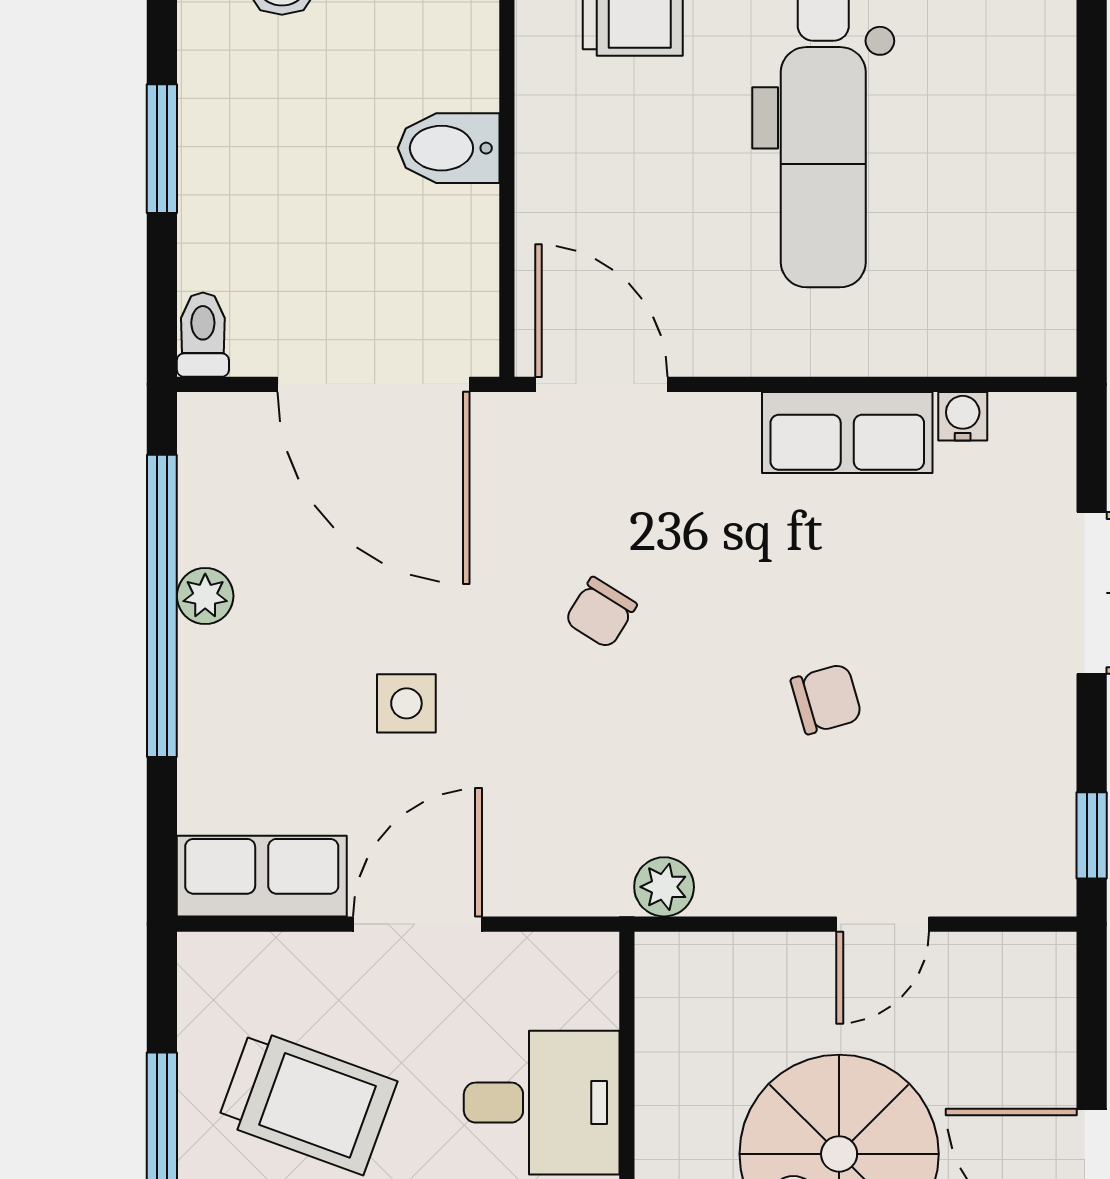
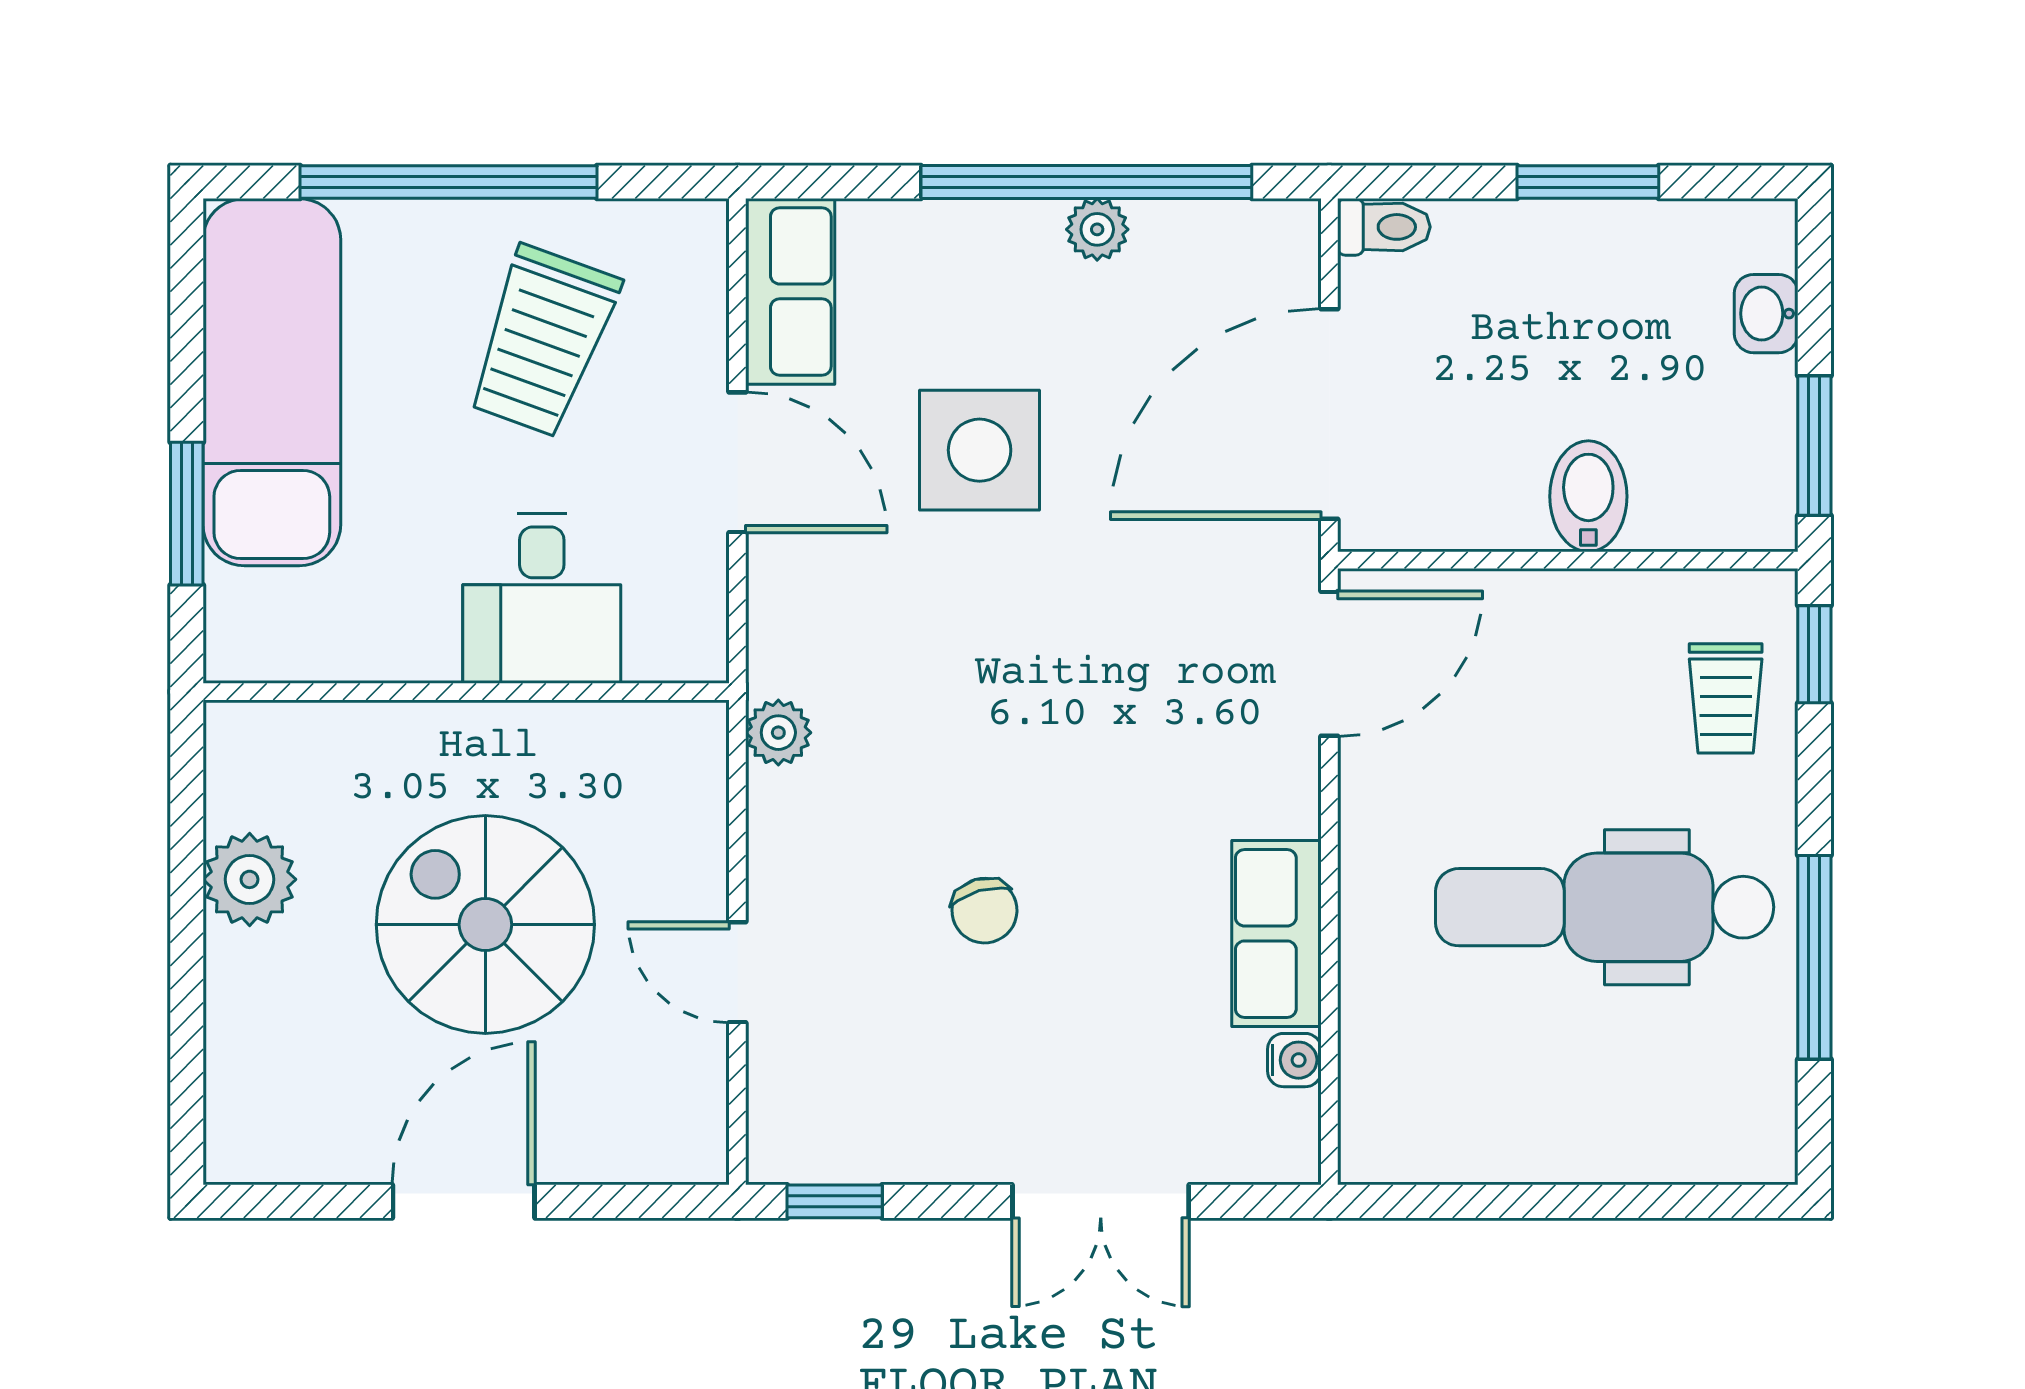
chair: (601, 613) -> (1079, 663), removed
side table: (406, 703) -> (980, 450), width x1.87, depth x1.87

